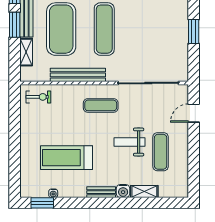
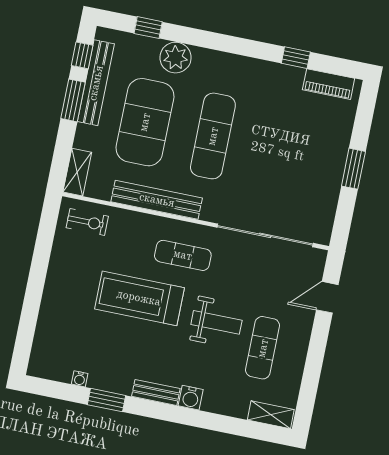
shelving: (26, 52) -> (77, 172), moved
weight bench: (129, 142) -> (216, 322), turned 180
treadmill: (66, 158) -> (139, 298), moved
shelving: (144, 191) -> (271, 415), moved
window: (42, 203) -> (107, 400), moved

